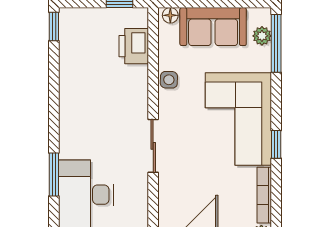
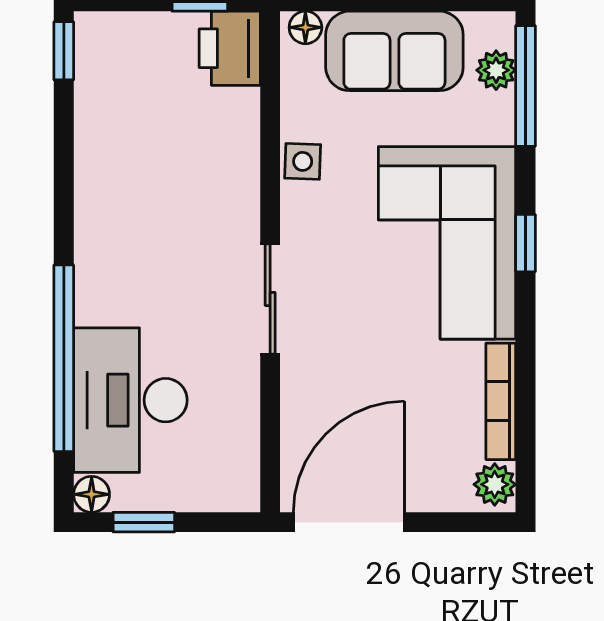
printer: (134, 46) -> (230, 48), moved
window: (276, 144) -> (526, 243), moved
window: (54, 174) -> (64, 358), width x2.11

